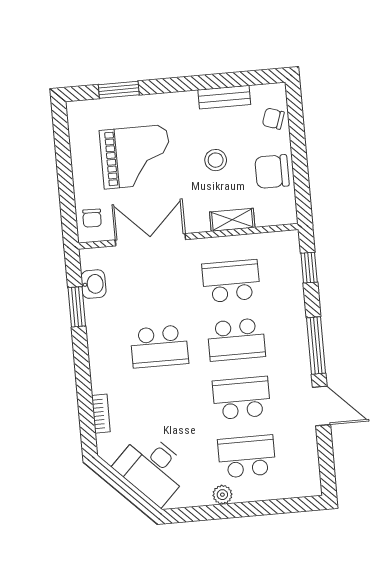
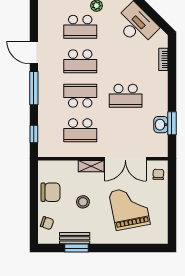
window: (119, 90) -> (76, 248), moved
grand piano: (136, 157) -> (130, 208), turned 79
shelving: (232, 220) -> (91, 166), moved
washbasin: (93, 284) -> (161, 125), moved
school desk: (159, 346) -> (126, 96), turned 180

